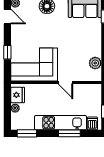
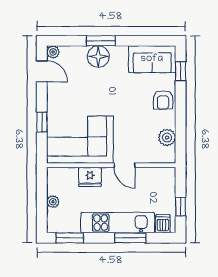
armchair: (92, 37) -> (163, 100), added
fridge: (18, 95) -> (90, 177), moved, turned 90

